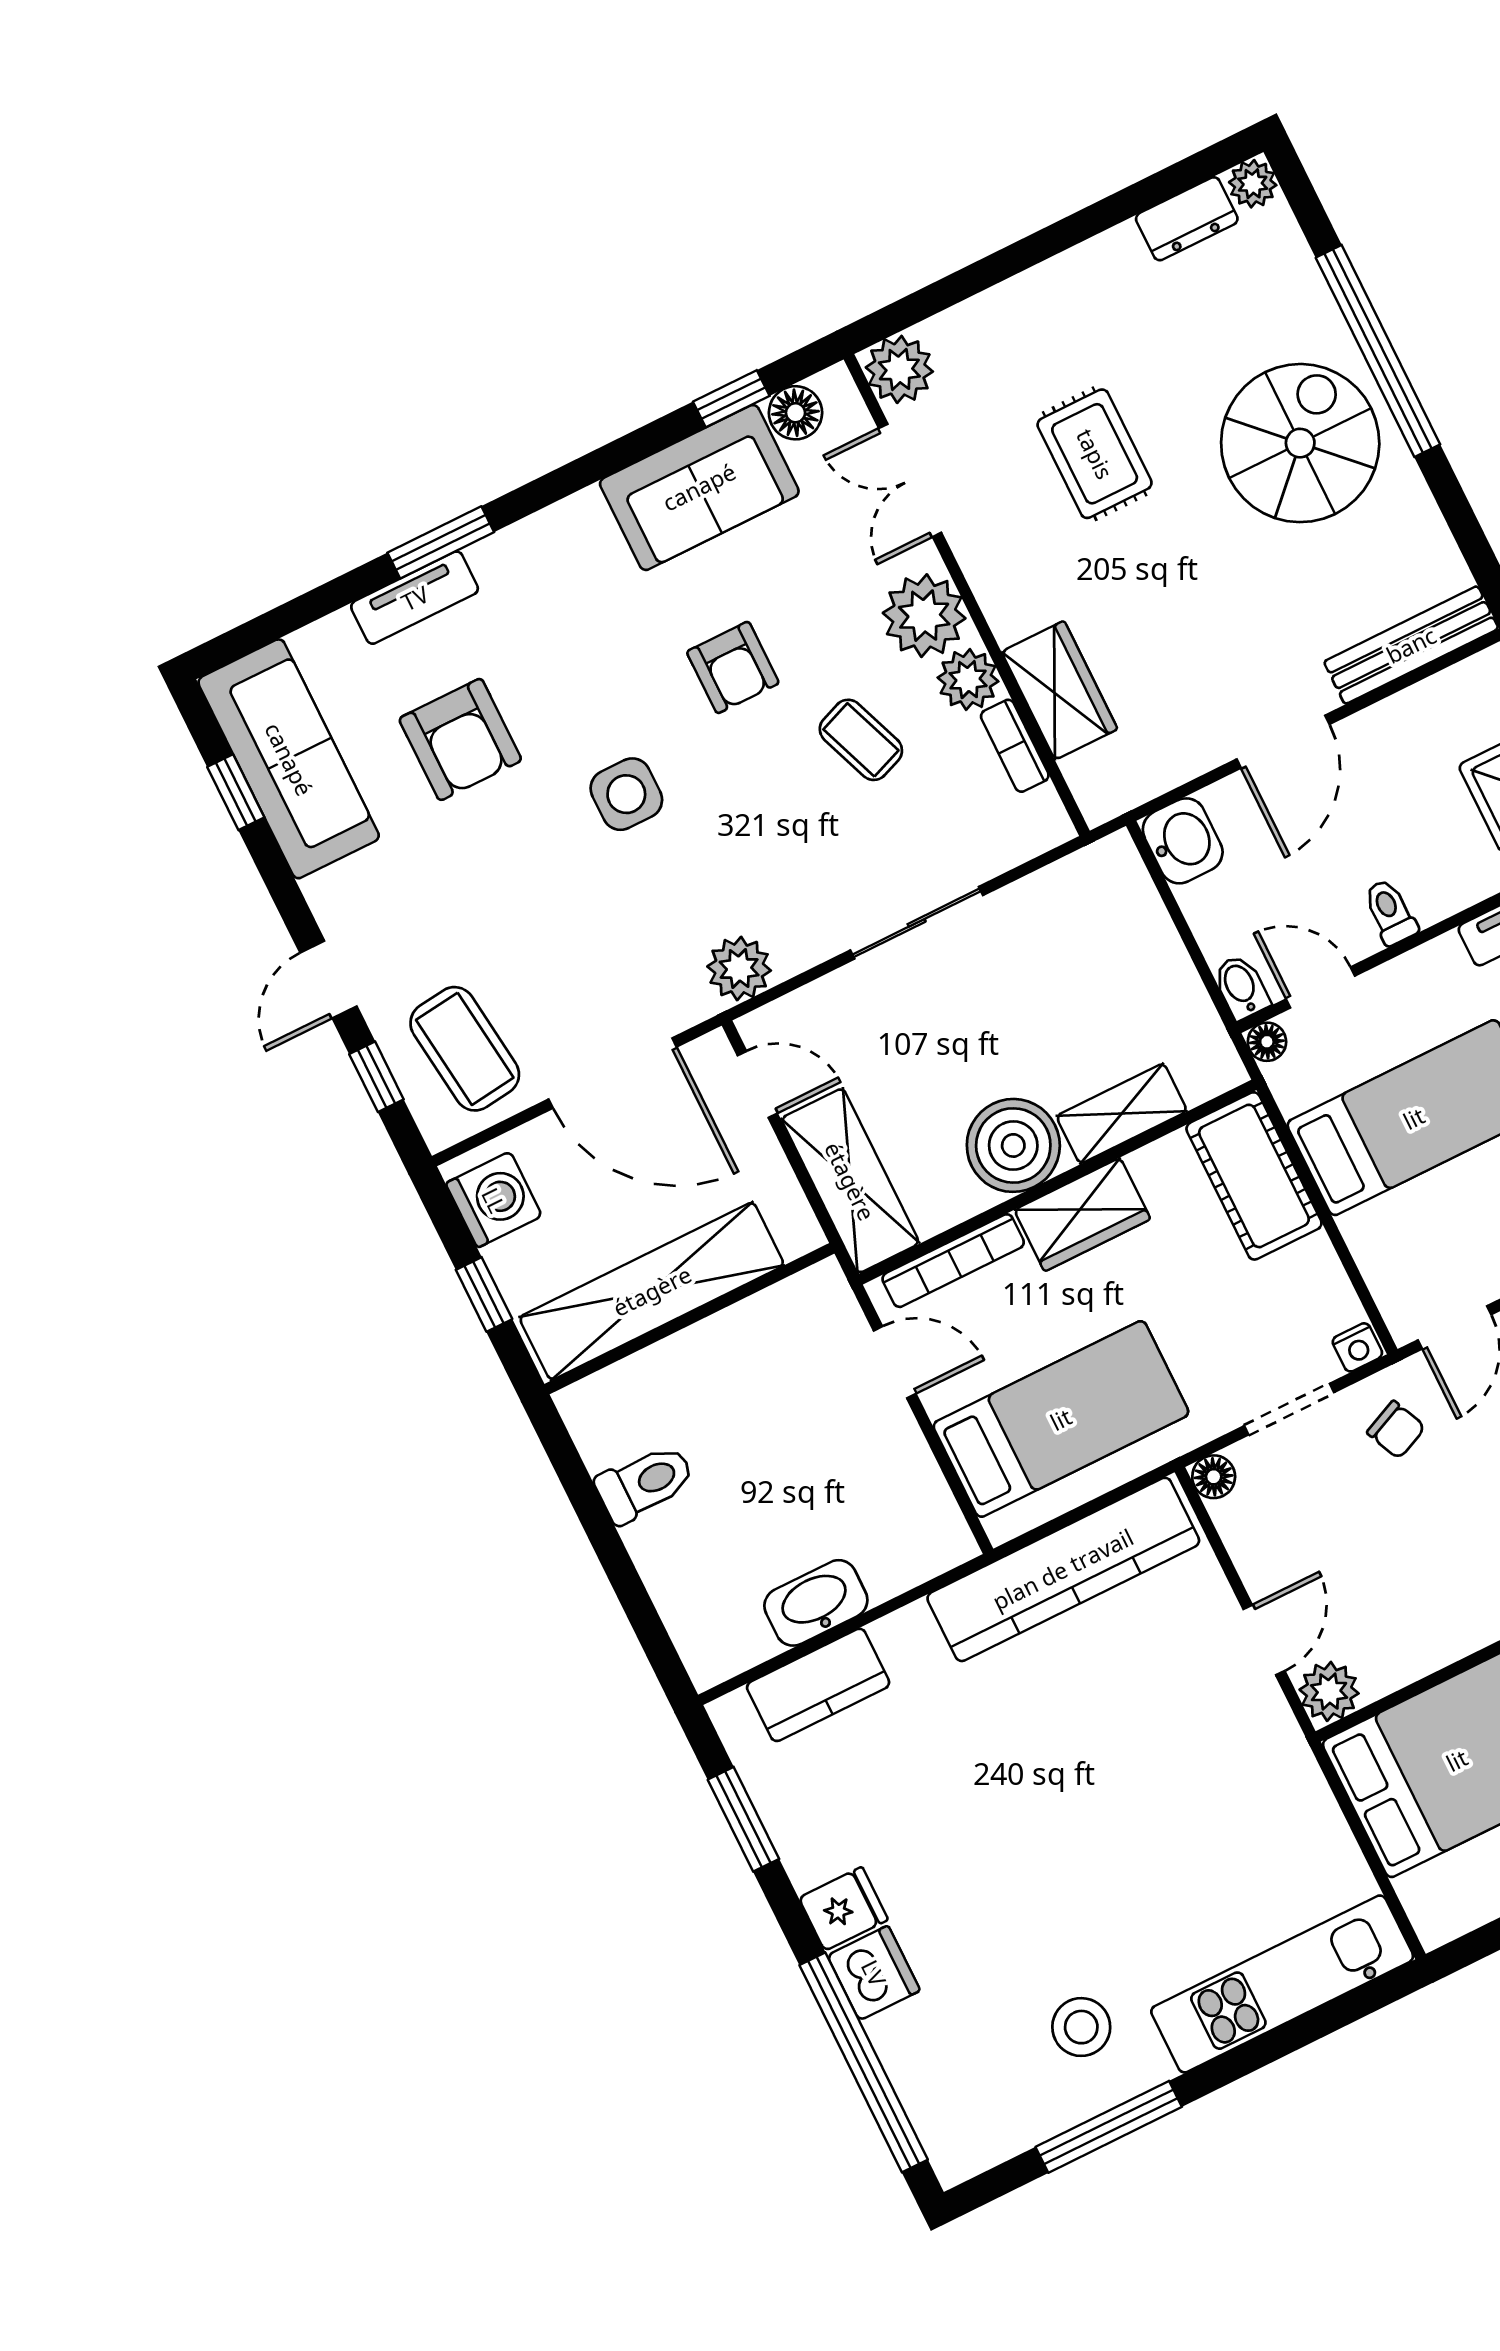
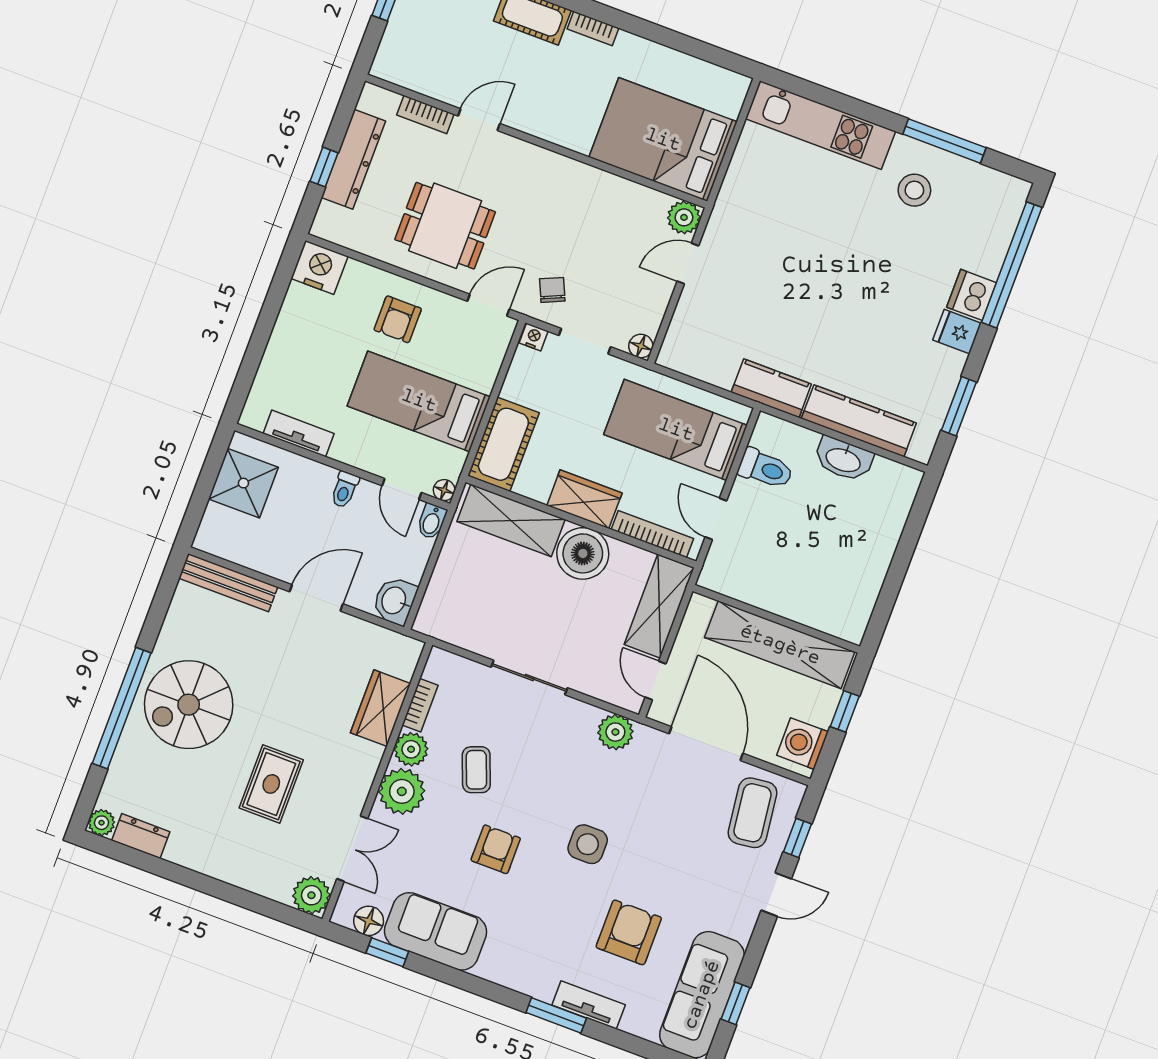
shelving: (1122, 1114) -> (511, 520), width x1.50, depth x1.33
toilet: (645, 1483) -> (765, 469), moved, turned 180
kitchen counter: (1063, 1569) -> (771, 388), width x0.48, depth x0.86
kitchen counter: (818, 1685) -> (859, 421), width x1.50

